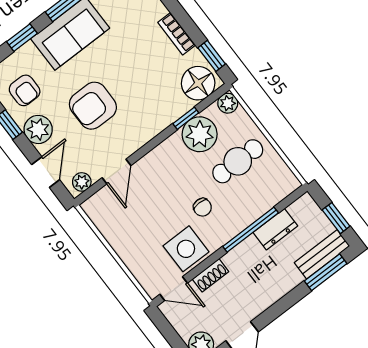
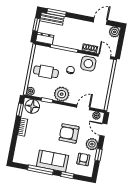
armchair: (93, 106) -> (69, 133), turned 180
plant: (200, 134) -> (62, 94), moved
door: (46, 172) -> (103, 130), hinge flipped
dresser: (275, 229) -> (45, 38), moved

